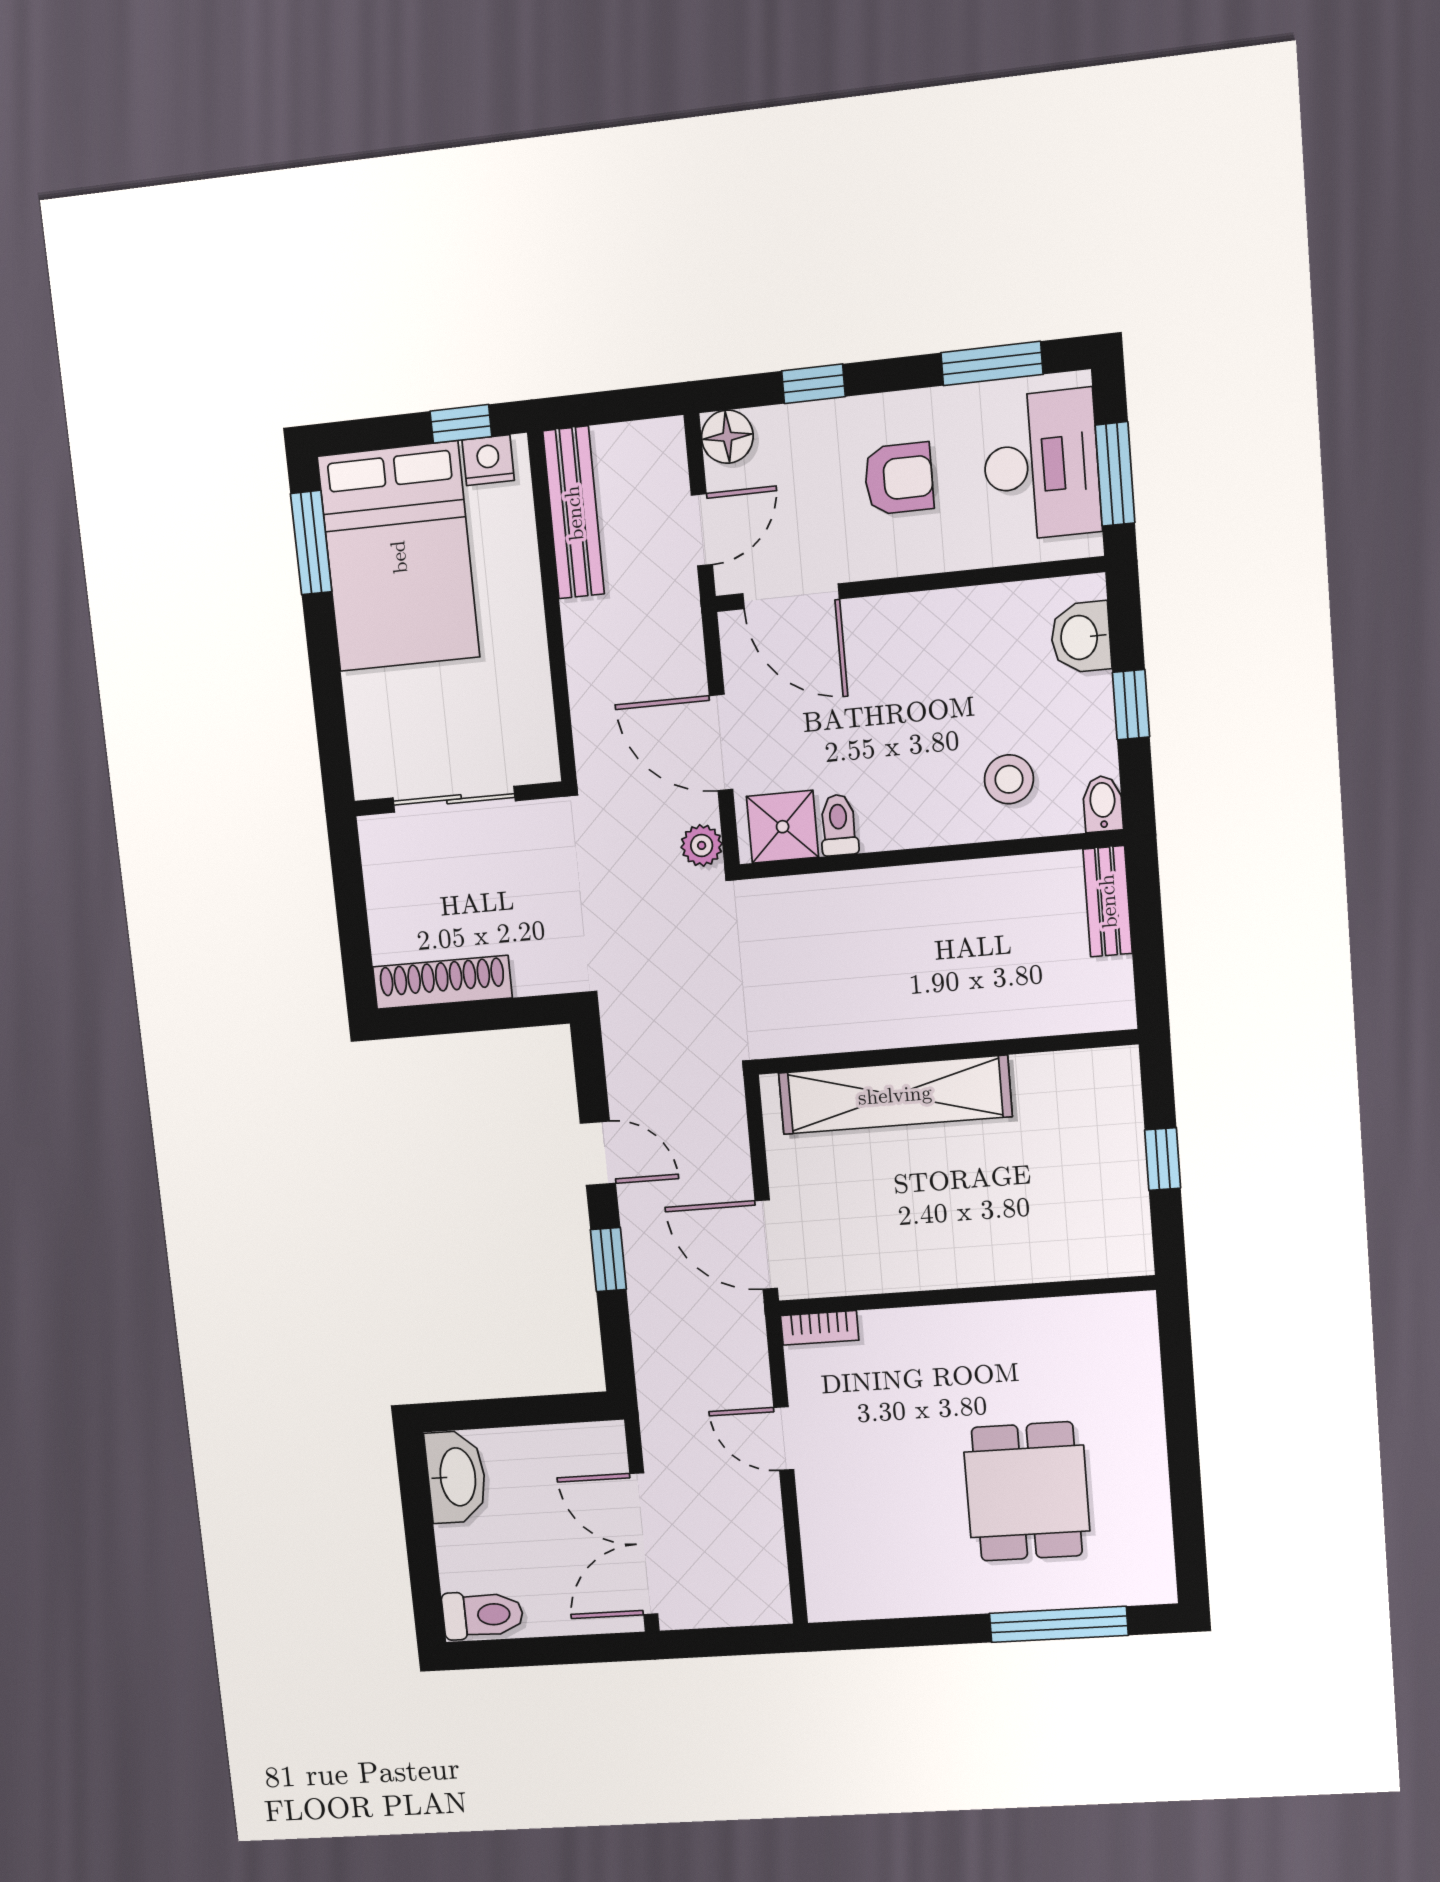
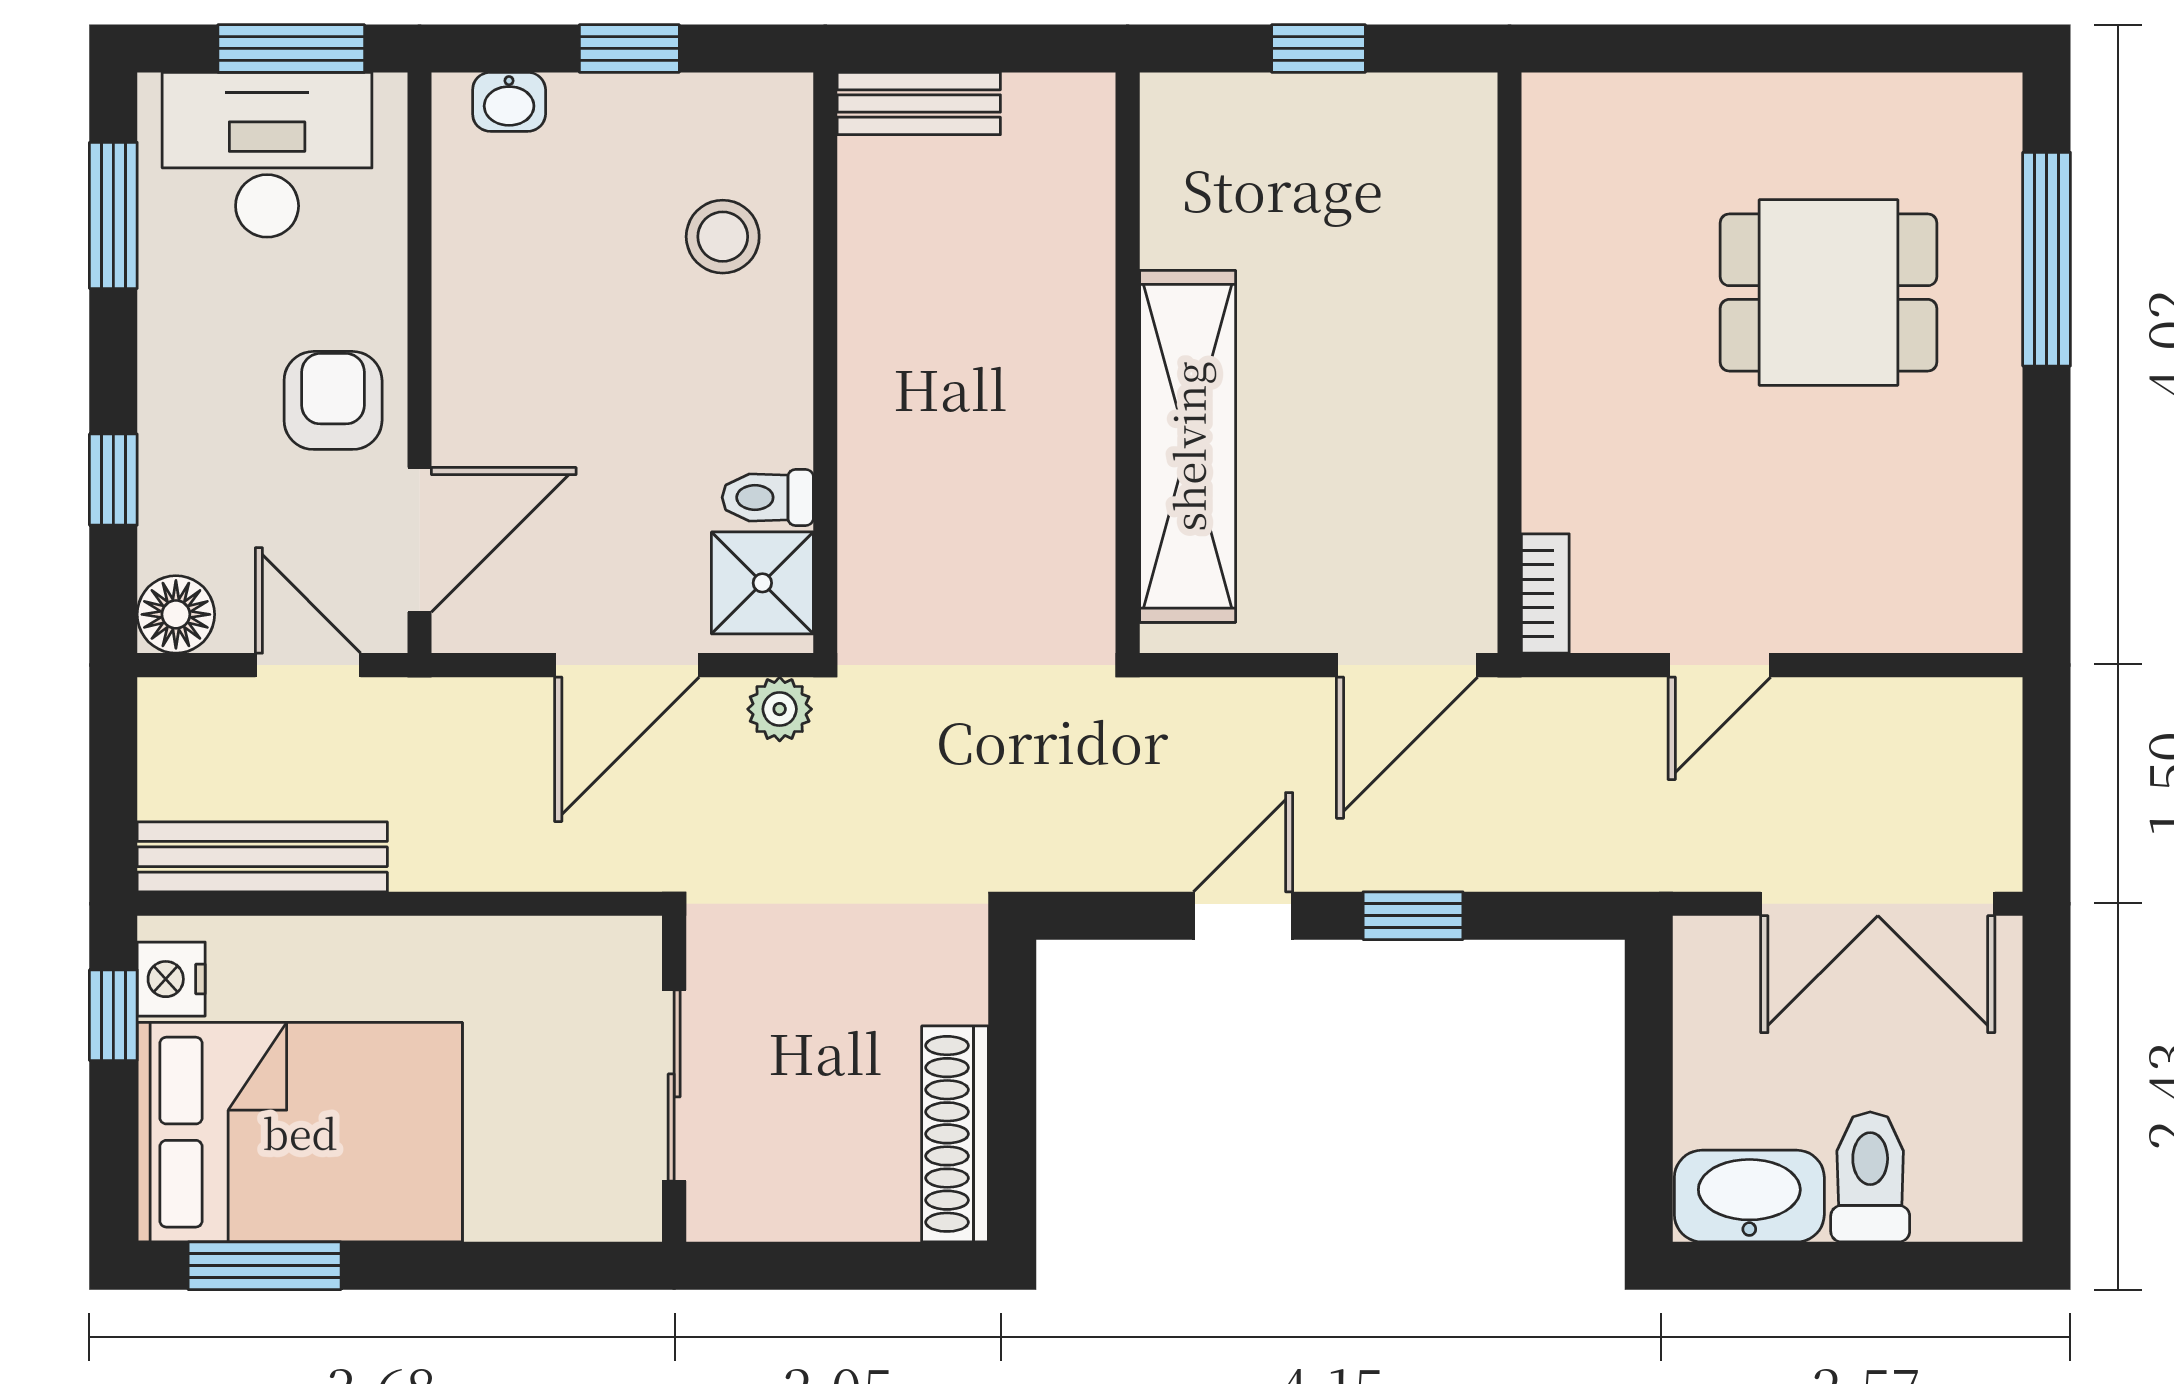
armchair: (899, 478) -> (333, 400), moved
washbasin: (1081, 637) -> (509, 102), width x0.72, depth x0.69
bidet: (1103, 804) -> (772, 100), removed
toilet: (483, 1615) -> (1870, 1177), moved

